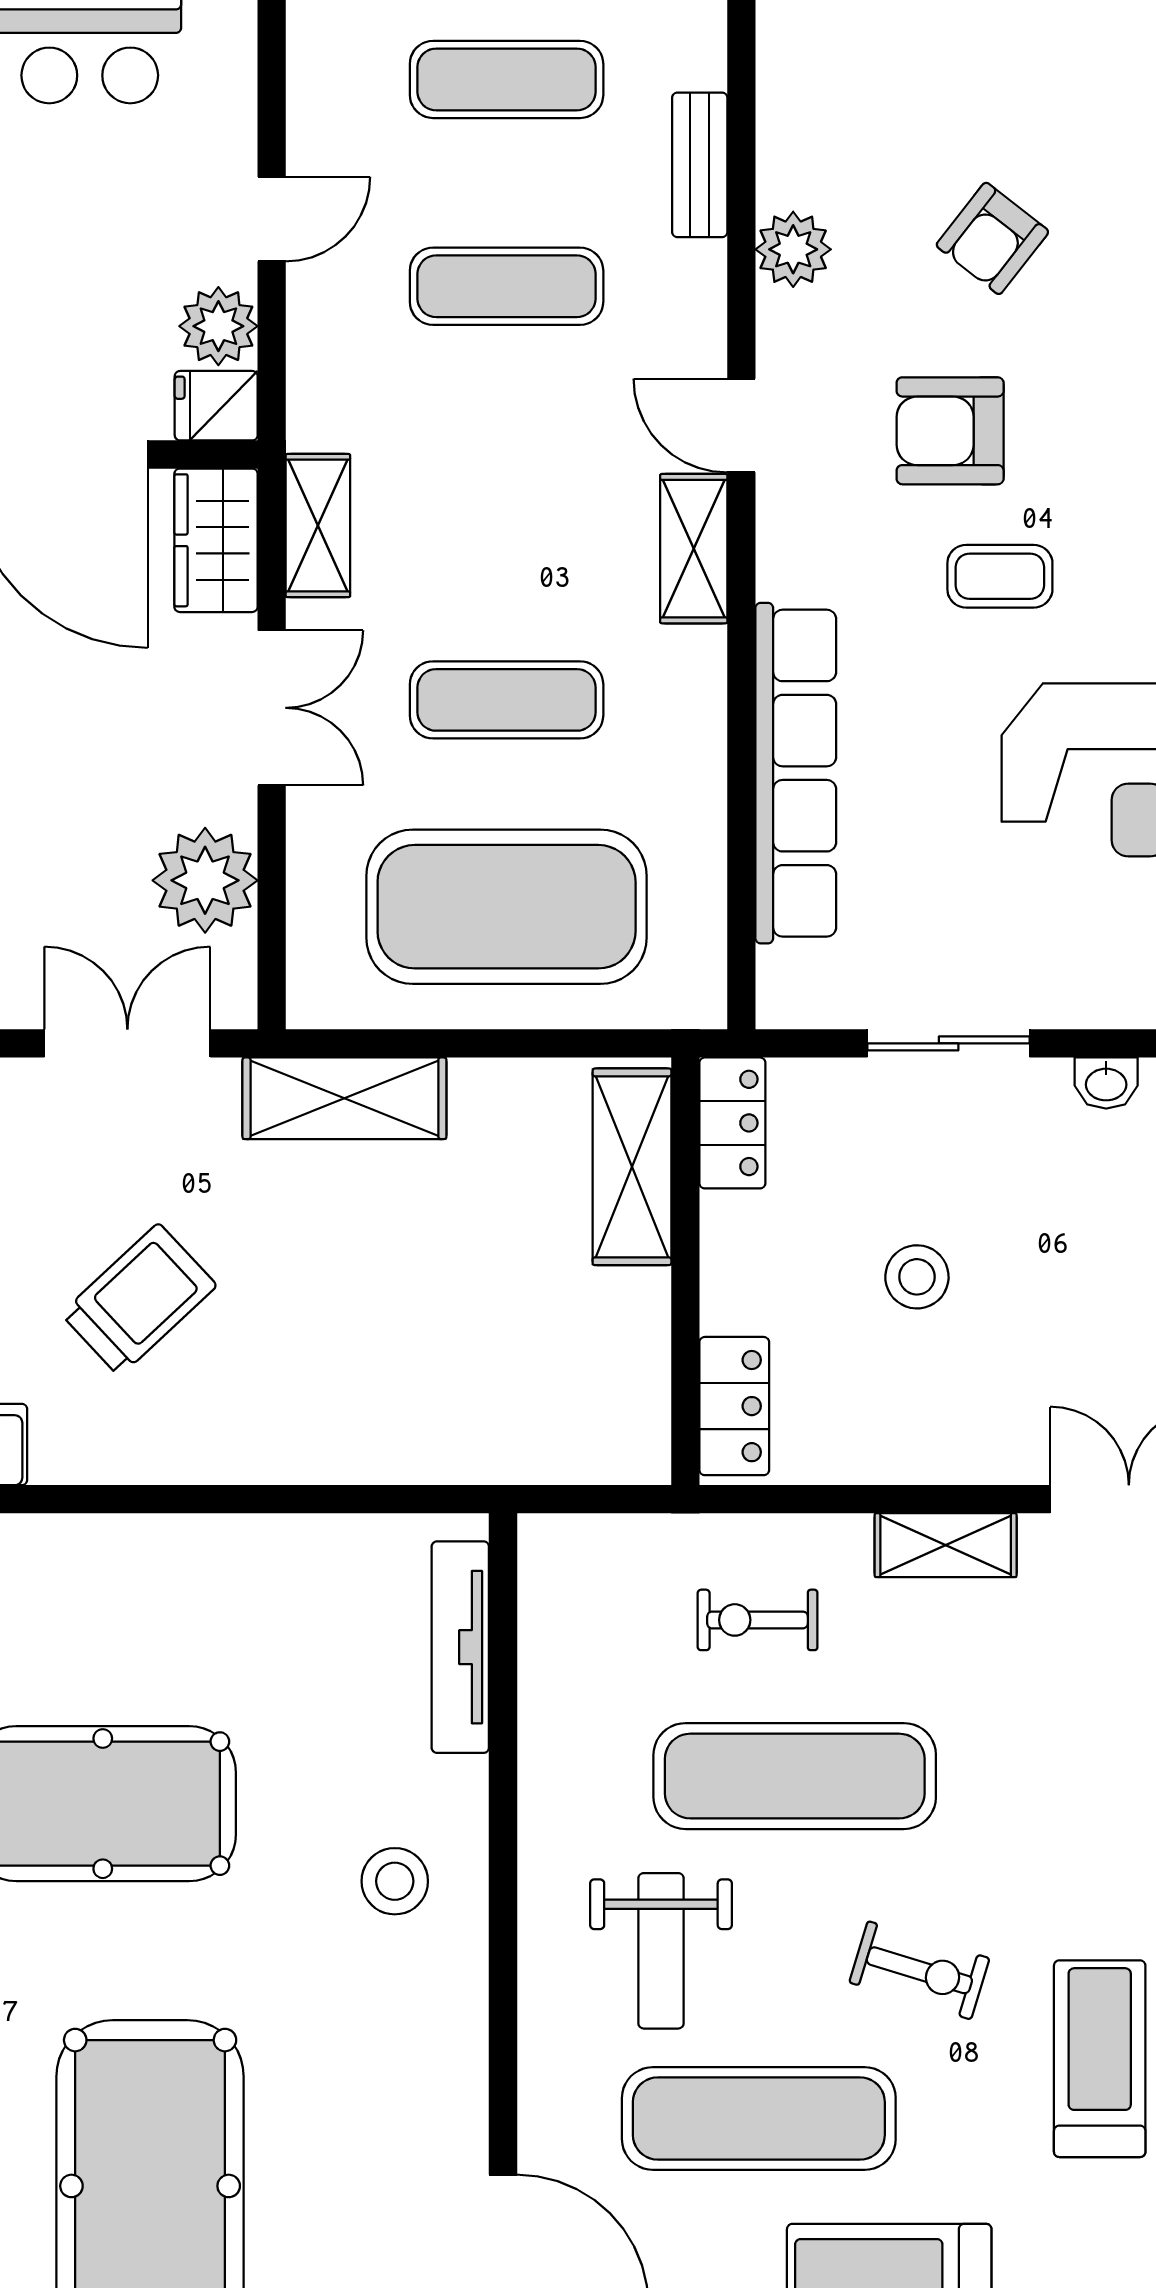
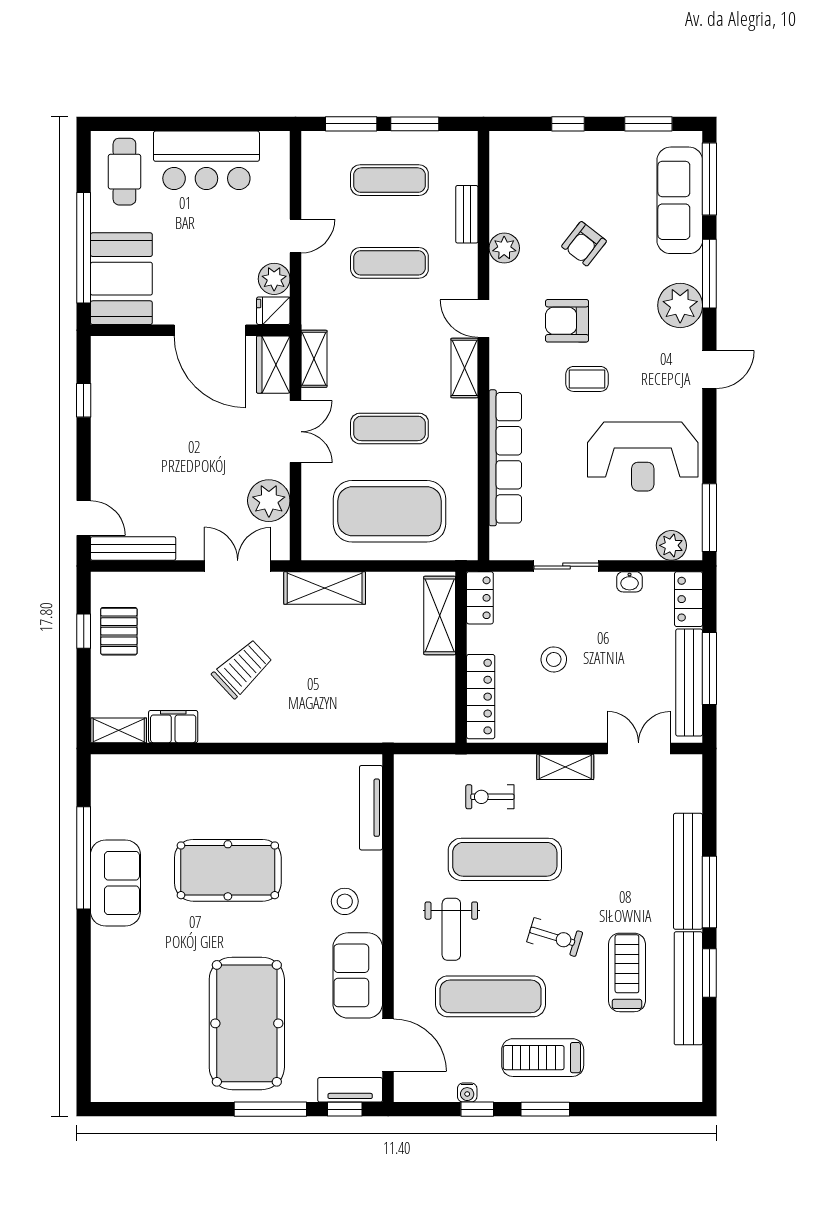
locker: (734, 1406) -> (481, 697), width x1.53
sofa: (427, 2066) -> (358, 975), added

